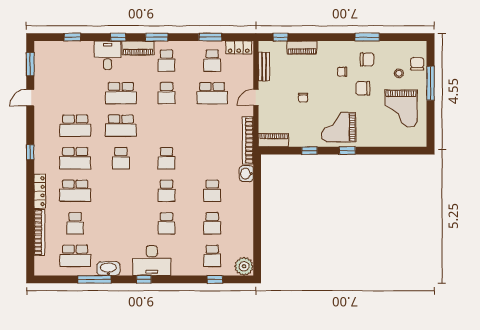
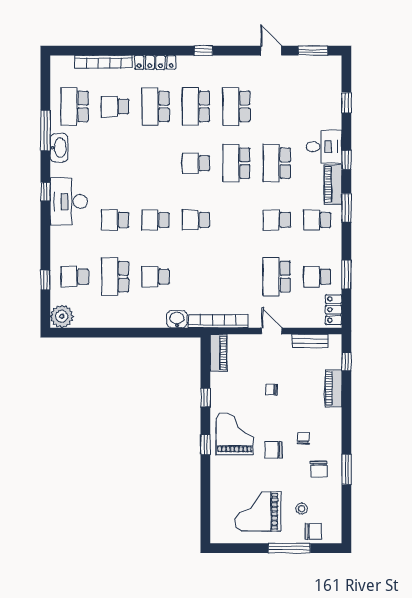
chair: (363, 88) -> (274, 450), moved, turned -90
school desk: (212, 223) -> (115, 277), width x1.85

